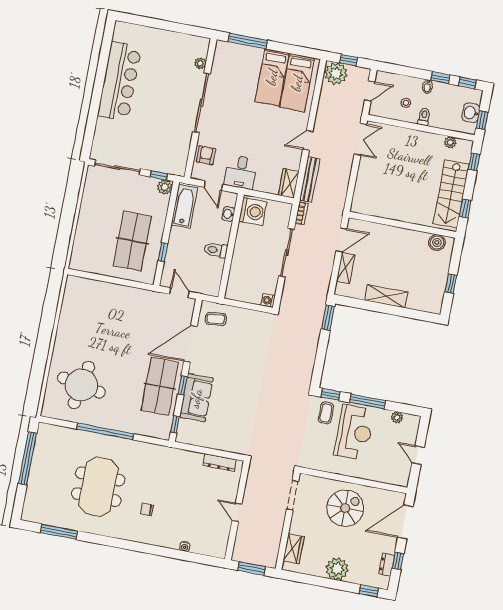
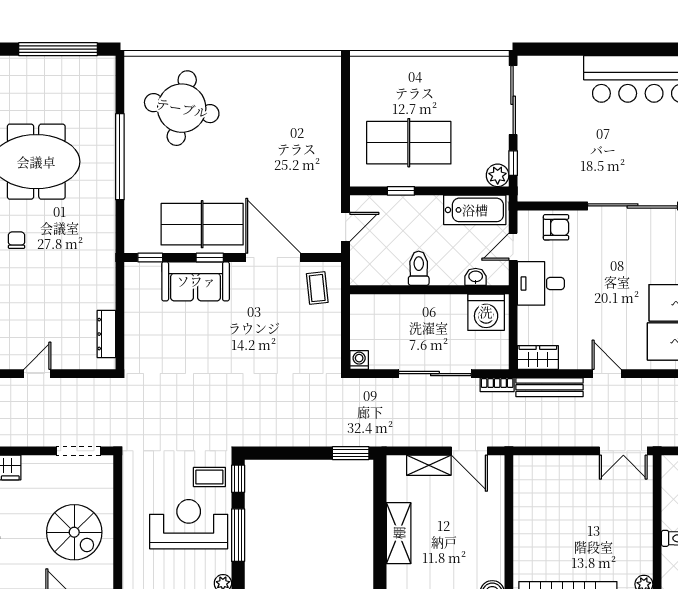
reception desk: (354, 432) -> (189, 524), turned 180

